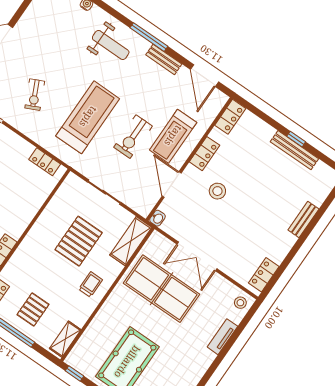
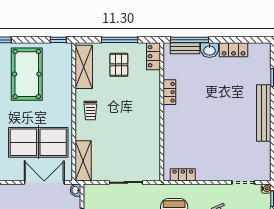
pallet: (79, 241) -> (120, 135), removed
double door: (197, 256) -> (44, 182), moved
shelving: (65, 339) -> (84, 67), width x1.50, depth x1.33

